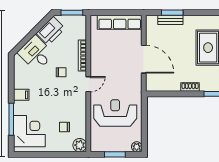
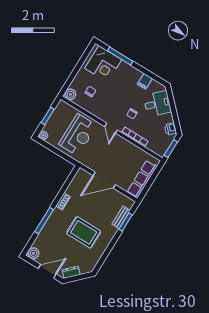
printer: (51, 31) -> (171, 129), width x0.53, depth x0.68
filing cabinet: (21, 95) -> (145, 81), moved

